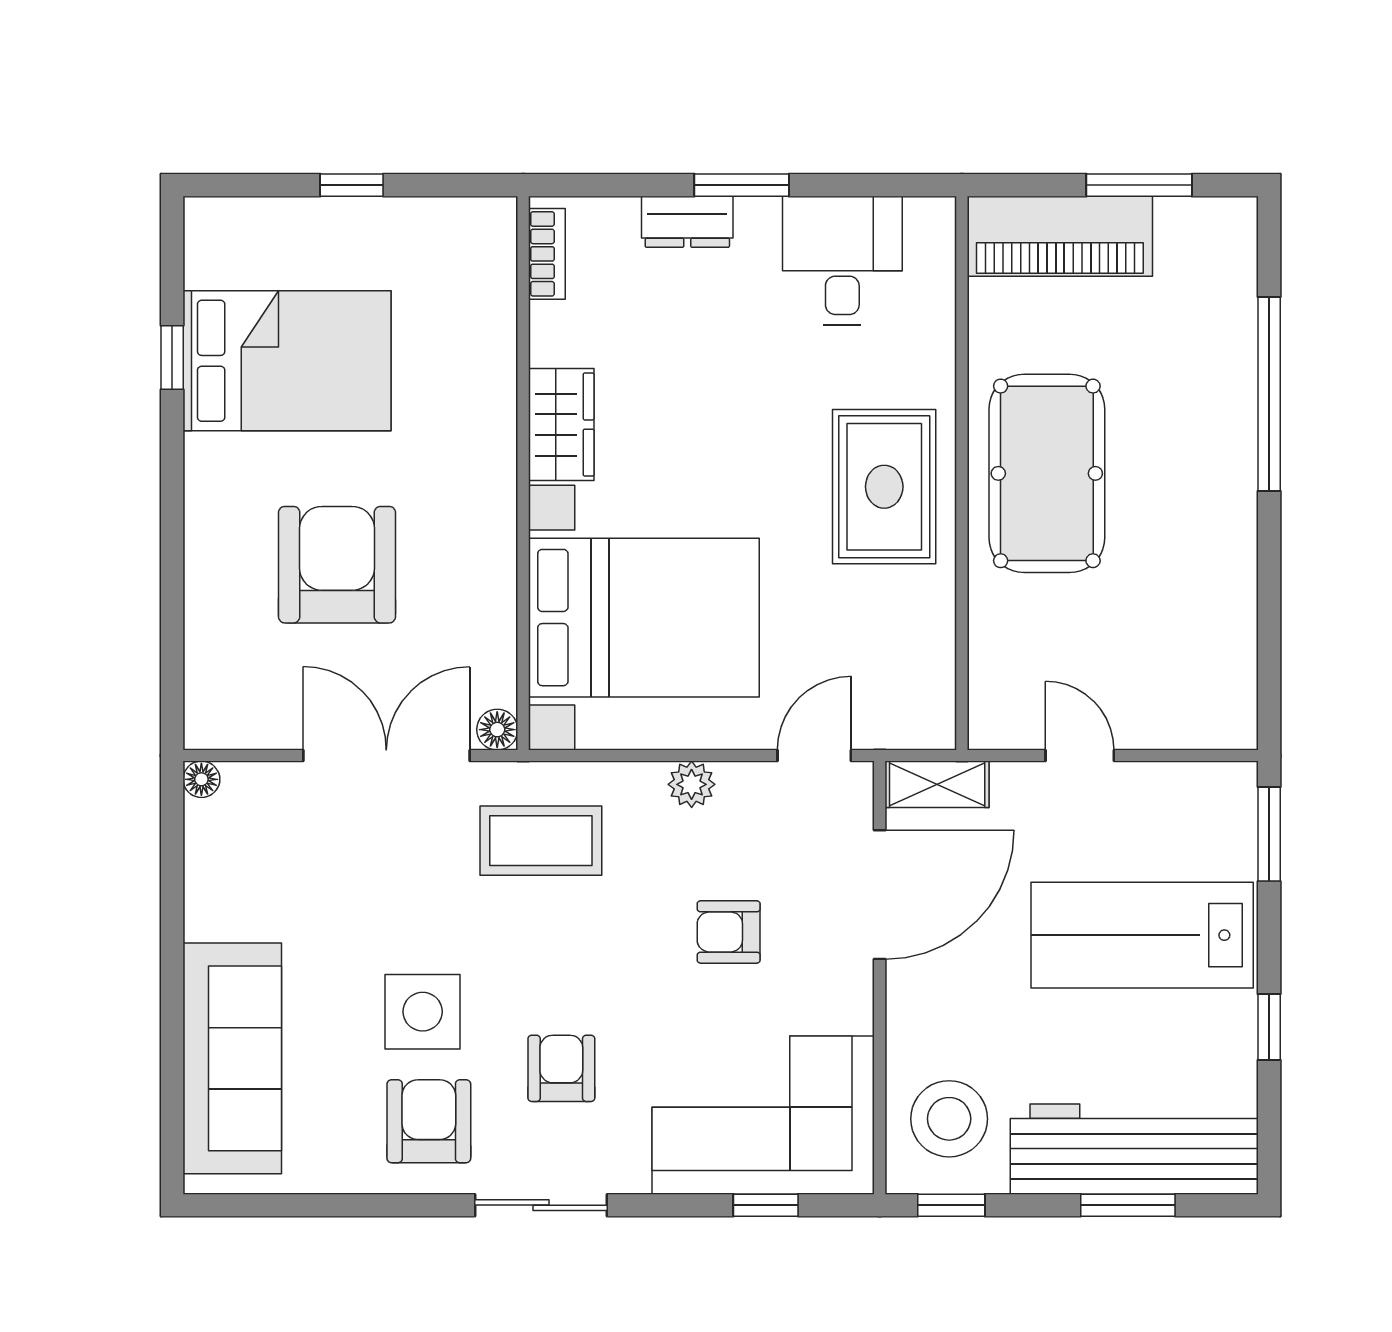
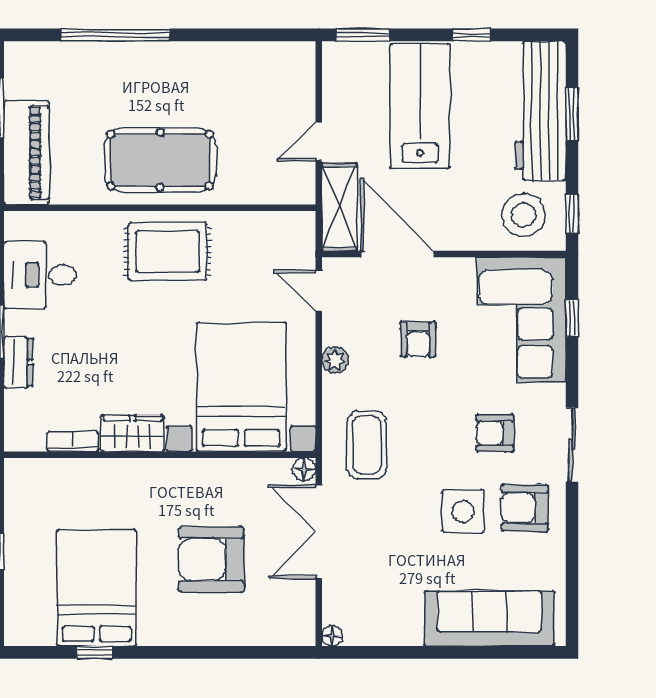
bookcase: (547, 254) -> (73, 441), moved
shelving: (937, 784) -> (339, 207), width x1.50, depth x1.33
lab bench: (1142, 935) -> (420, 106), turned 180

